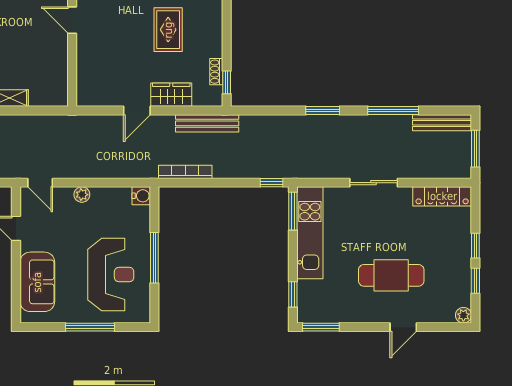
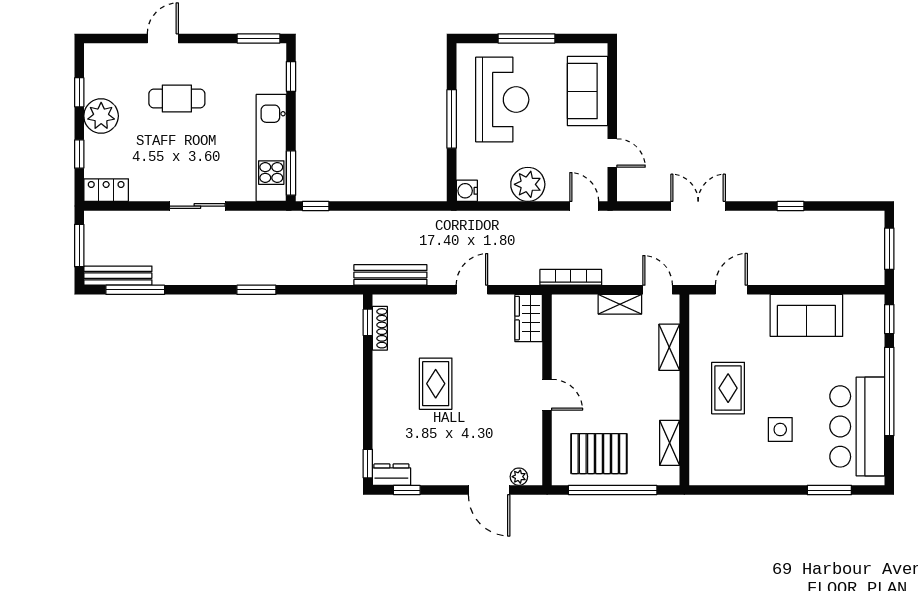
shoe rack: (216, 72) -> (380, 328), width x1.43
wardrobe: (171, 95) -> (529, 318), moved, turned 90
window: (393, 110) -> (135, 290), moved
bookcase: (185, 172) -> (571, 277), moved, turned 180
plant: (82, 195) -> (528, 184), width x1.88, depth x1.88
locker: (442, 196) -> (106, 190), width x0.66
window: (475, 246) -> (79, 154), moved
reception desk: (111, 275) -> (502, 100), turned 180
cafe table: (391, 275) -> (177, 99), width x0.73, depth x0.74
plant: (463, 315) -> (101, 116), moved, width x1.87, depth x1.87

